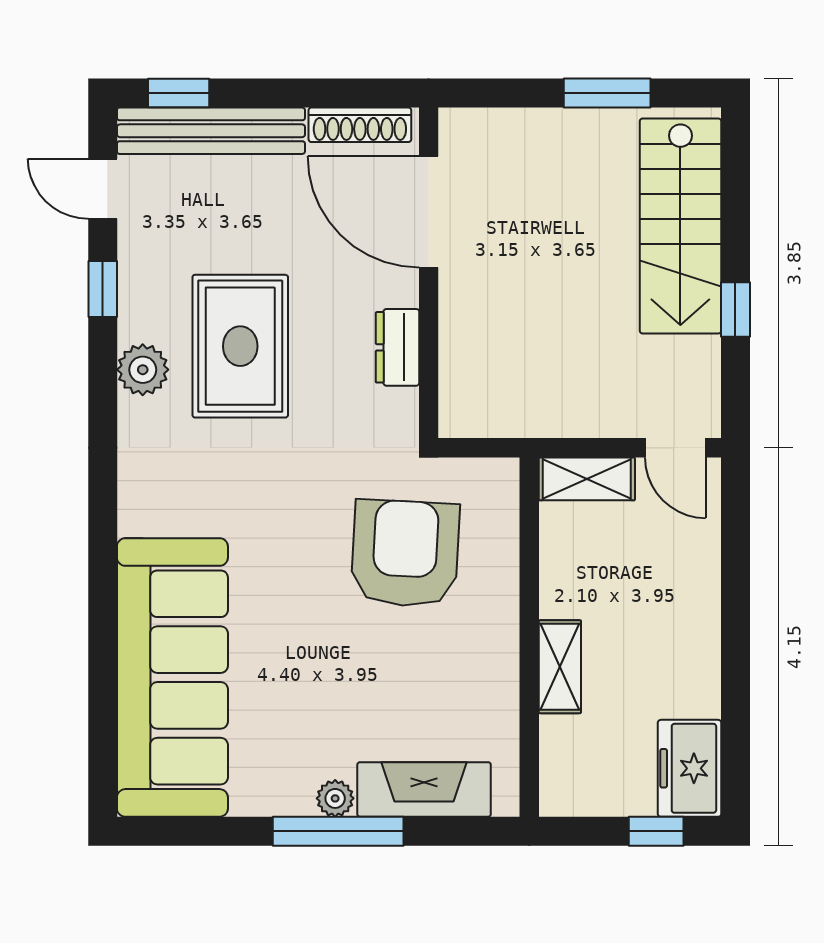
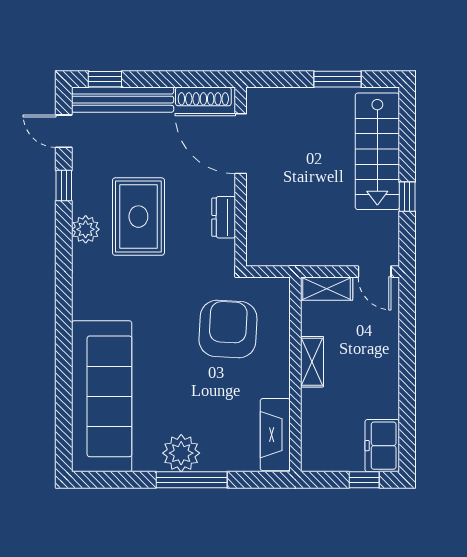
shelving: (560, 667) -> (312, 362), moved
fireplace: (424, 789) -> (275, 435), moved, turned -90
plant: (335, 798) -> (181, 453), width x1.87, depth x1.87

